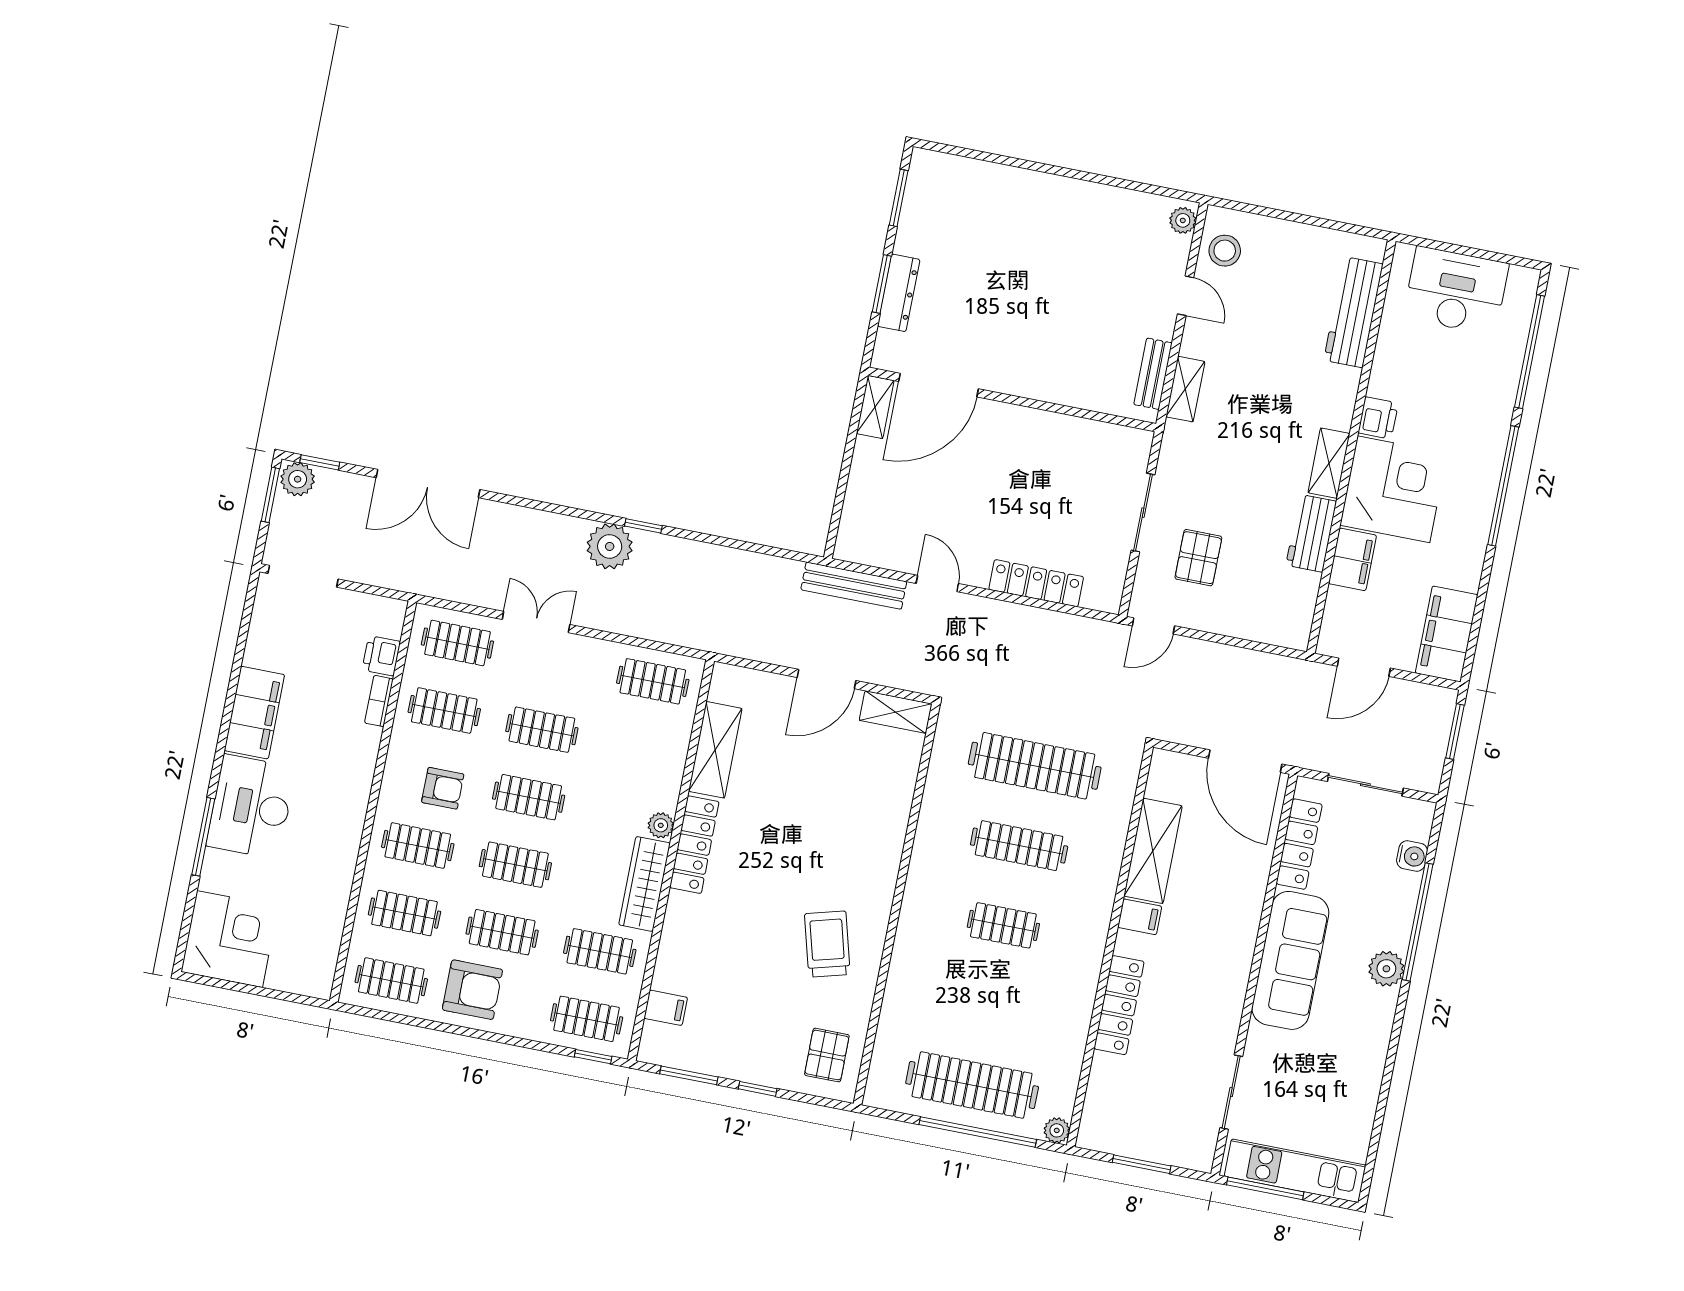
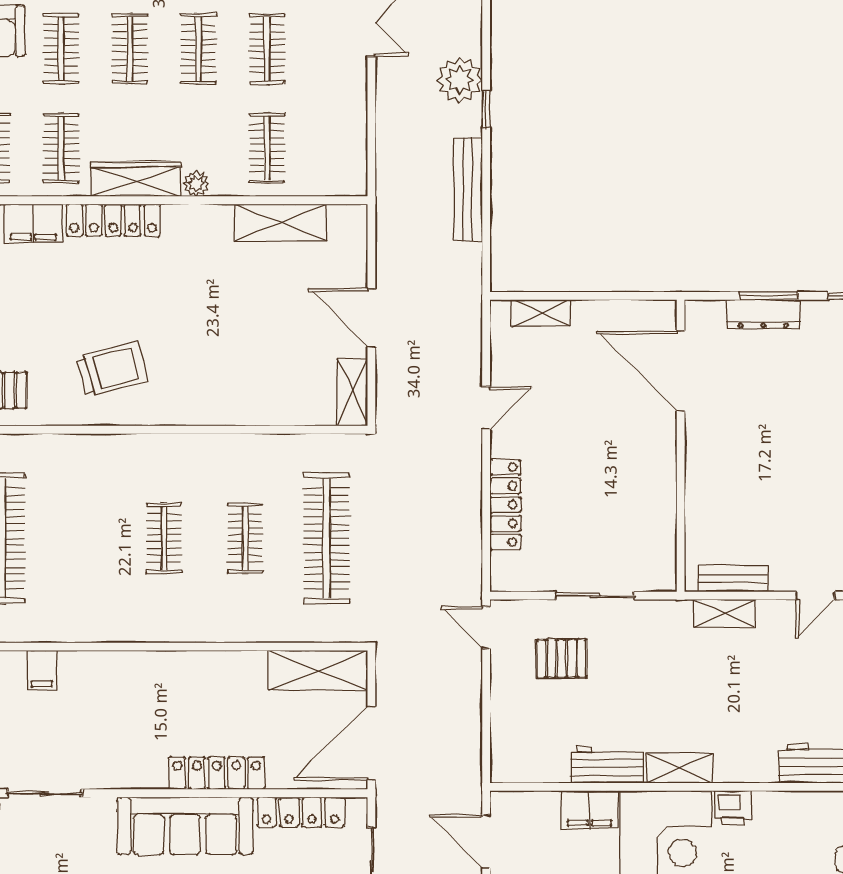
shelving: (875, 407) -> (541, 313), moved
bench: (854, 586) -> (468, 189), moved
clothes rail: (653, 681) -> (267, 148), moved
locker: (694, 845) -> (113, 220), moved
clothes rail: (1019, 846) -> (245, 538), width x0.73
shelving: (1153, 851) -> (318, 670), moved
filing cabinet: (1140, 917) -> (42, 670), moved
locker: (1119, 1005) -> (217, 773), moved, turned 180
filing cabinet: (666, 1008) -> (33, 223), width x2.00

